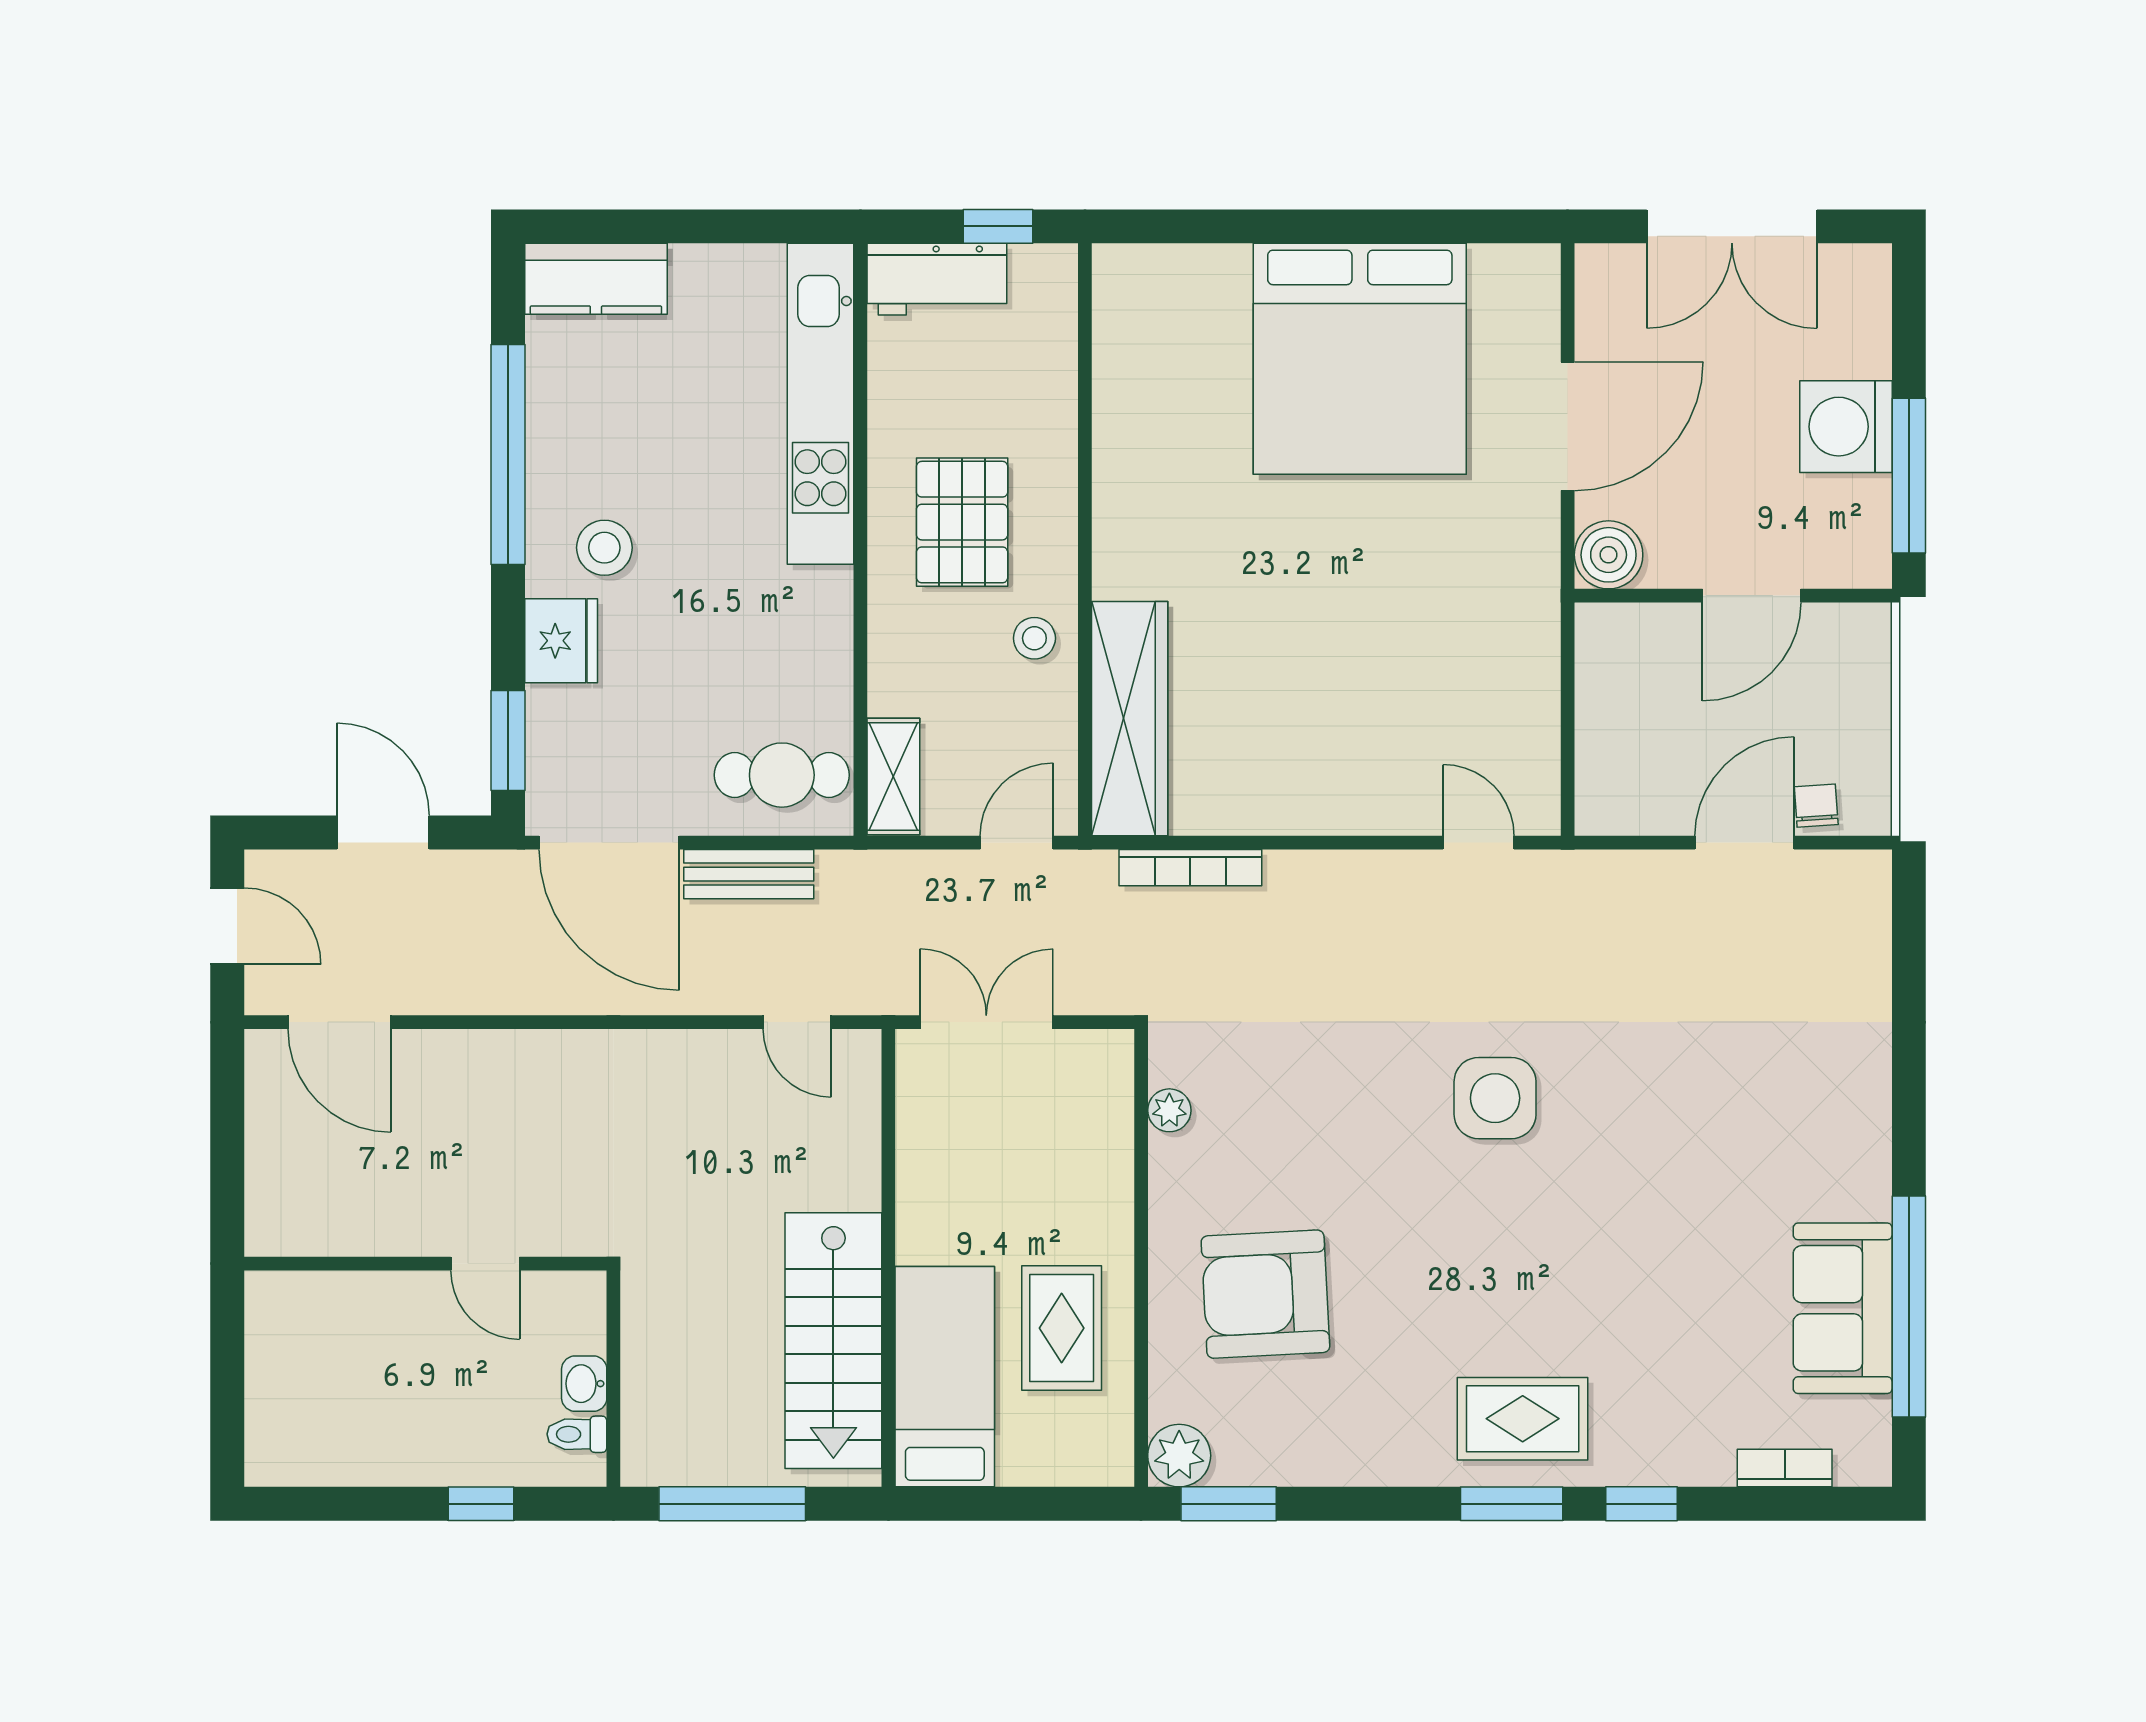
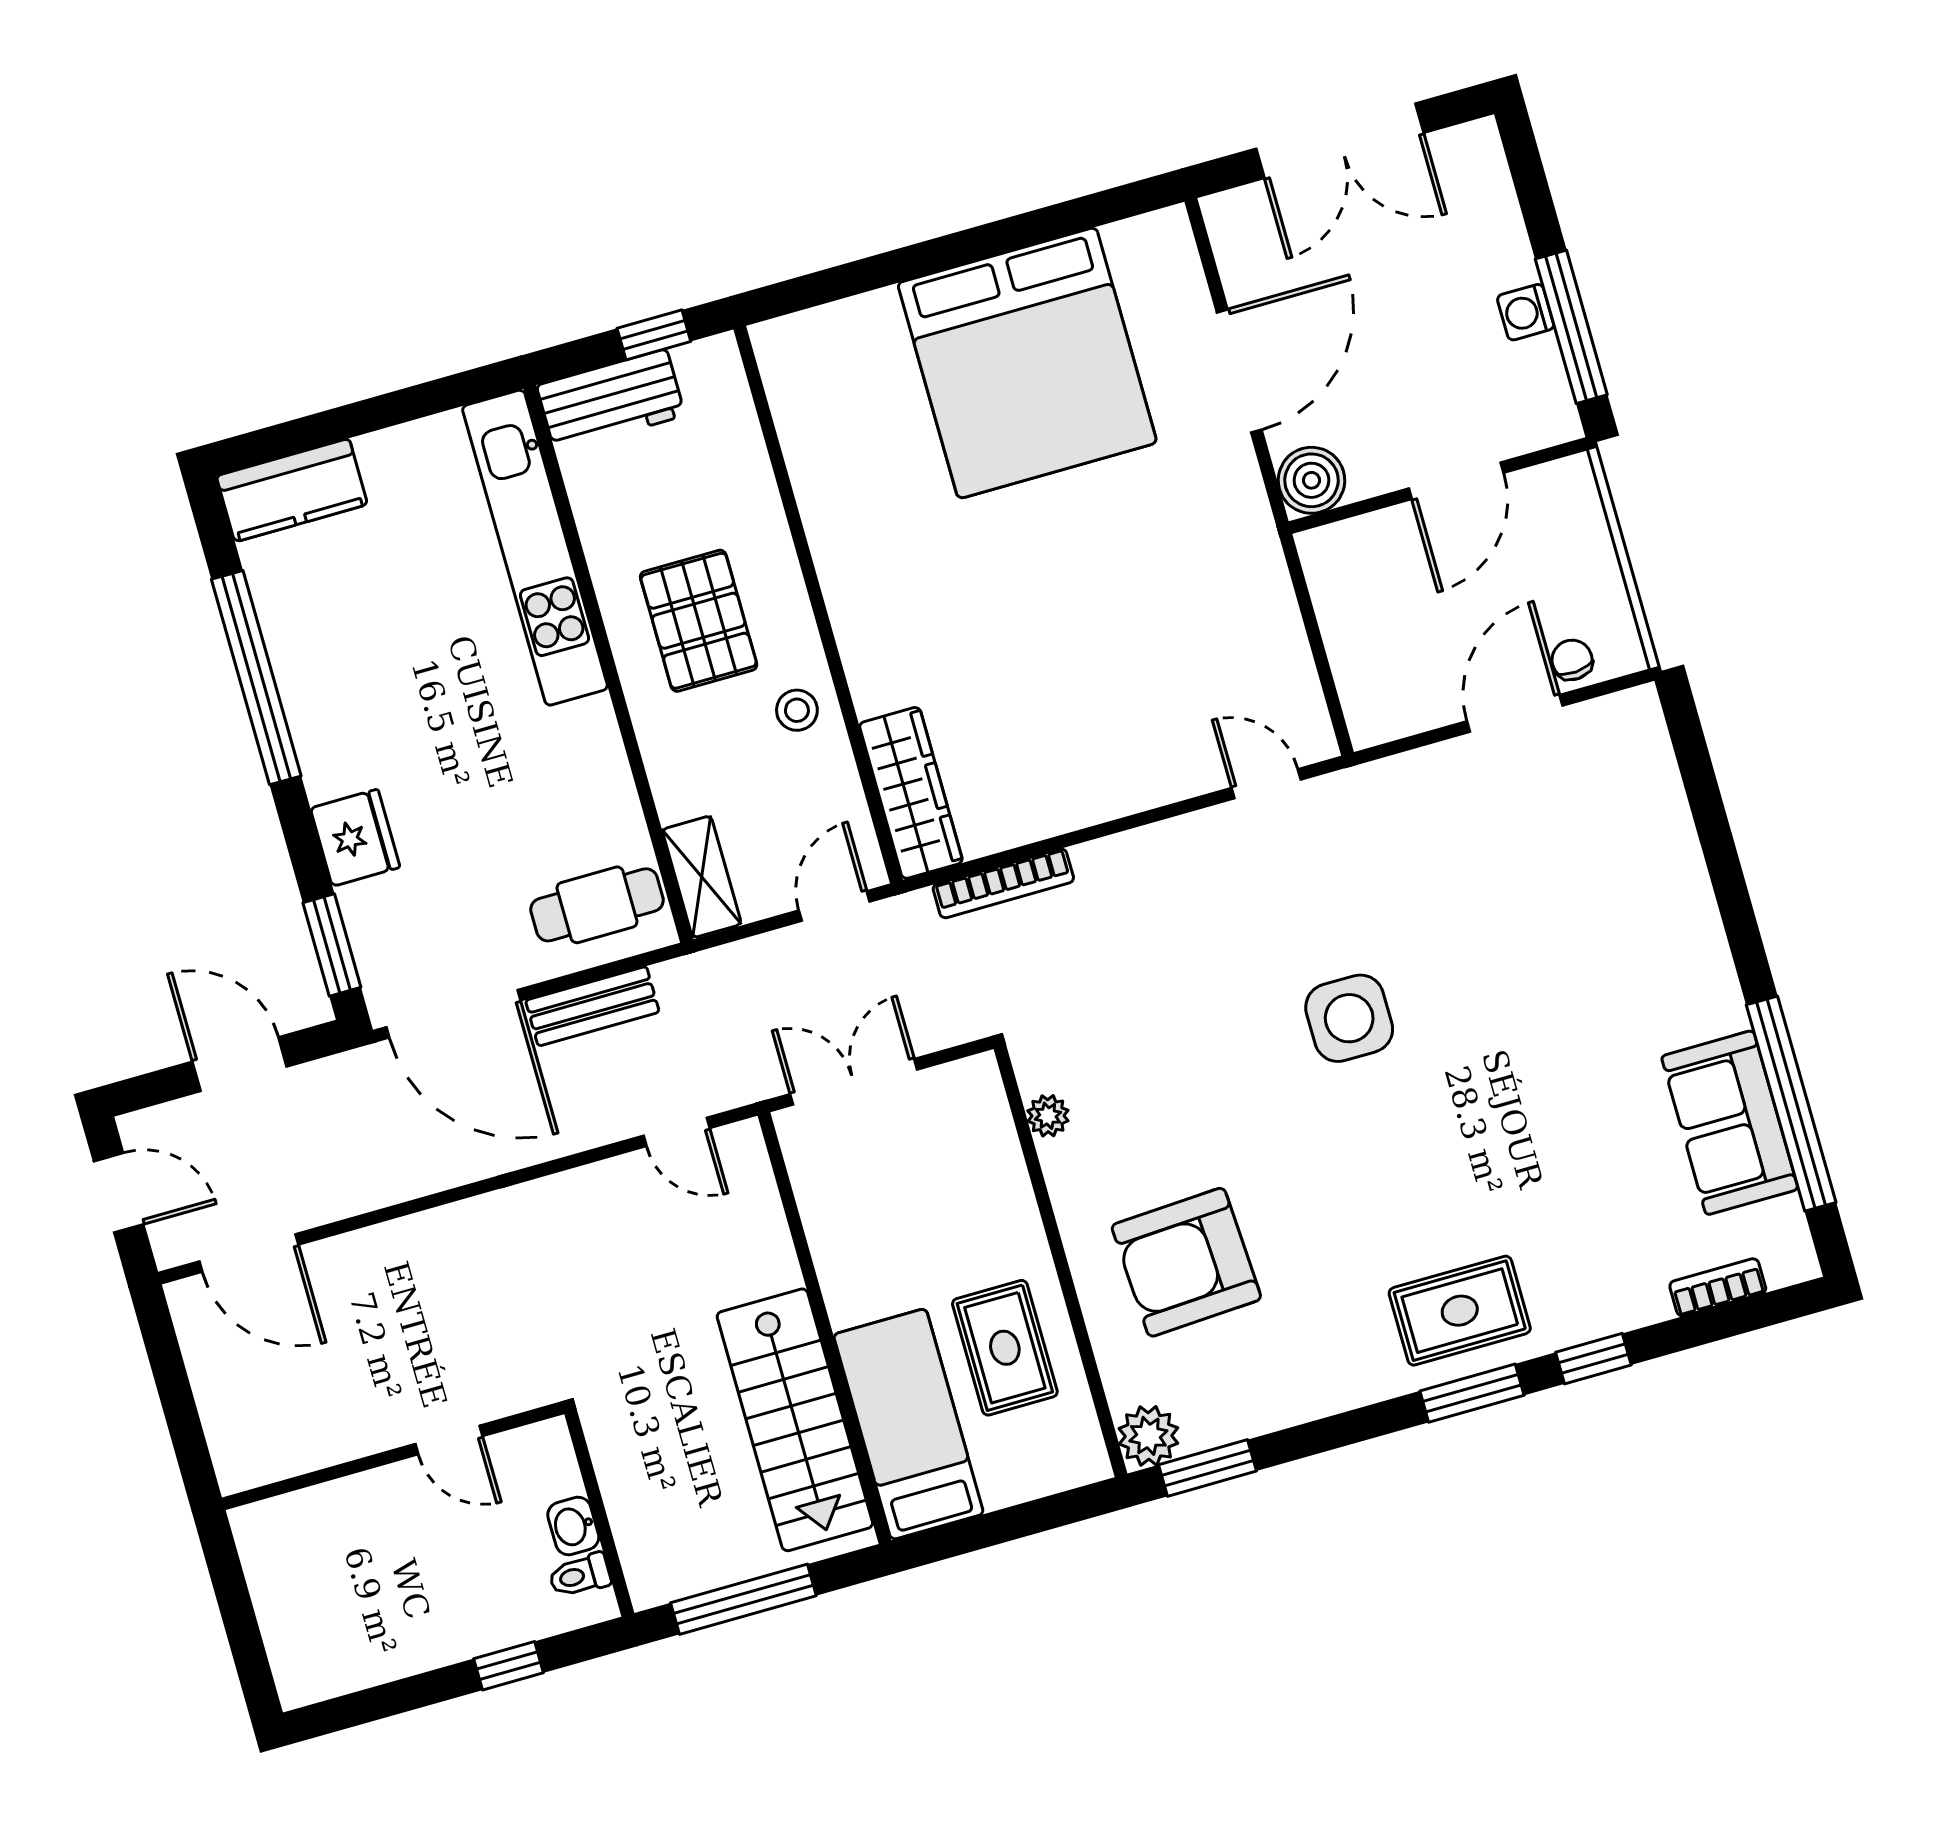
washing machine: (1846, 427) -> (1526, 312), width x0.53, depth x0.53
stool: (604, 548) -> (371, 739), removed
wardrobe: (1130, 719) -> (911, 793), width x0.71, depth x0.85

